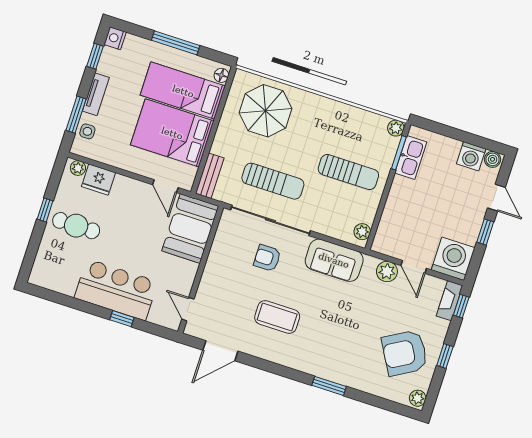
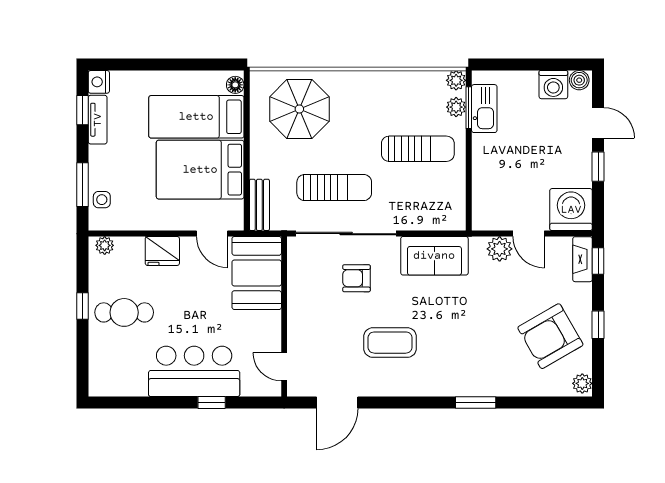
window: (176, 43) -> (170, 65), removed
tv unit: (96, 94) -> (98, 120), moved
fridge: (98, 180) -> (162, 251), moved
plant: (362, 232) -> (456, 107), moved

